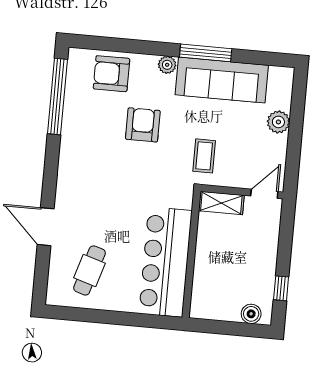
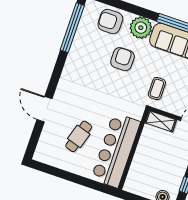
plant: (167, 65) -> (141, 28), width x1.88, depth x1.88
cafe table: (89, 270) -> (79, 136), moved

